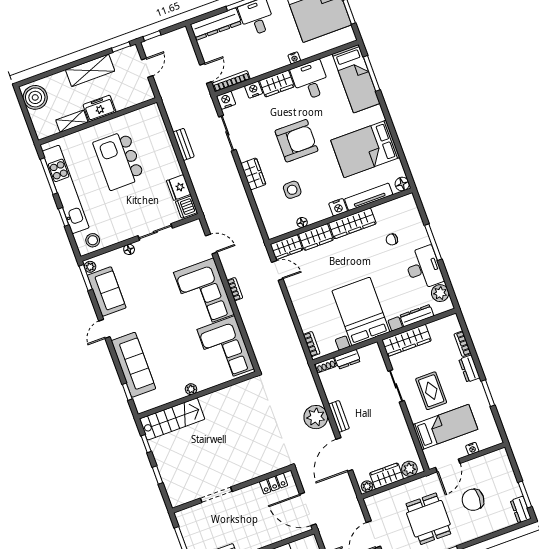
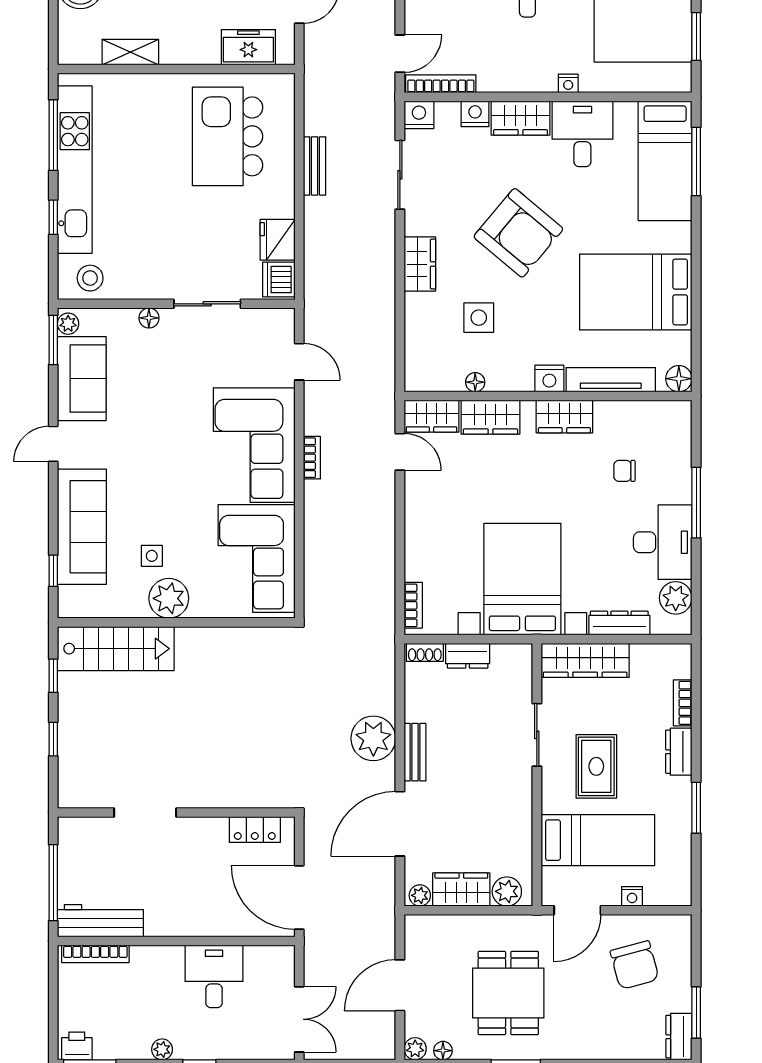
freezer: (100, 108) -> (248, 47), moved
armchair: (296, 141) -> (518, 233), turned 40
kitchen island: (119, 160) -> (228, 136), moved
wardrobe: (352, 223) -> (564, 417), width x0.67
side table: (173, 367) -> (152, 556), added
plant: (191, 389) -> (169, 598), width x1.88, depth x1.88
chair: (473, 500) -> (635, 965), moved, turned -107

